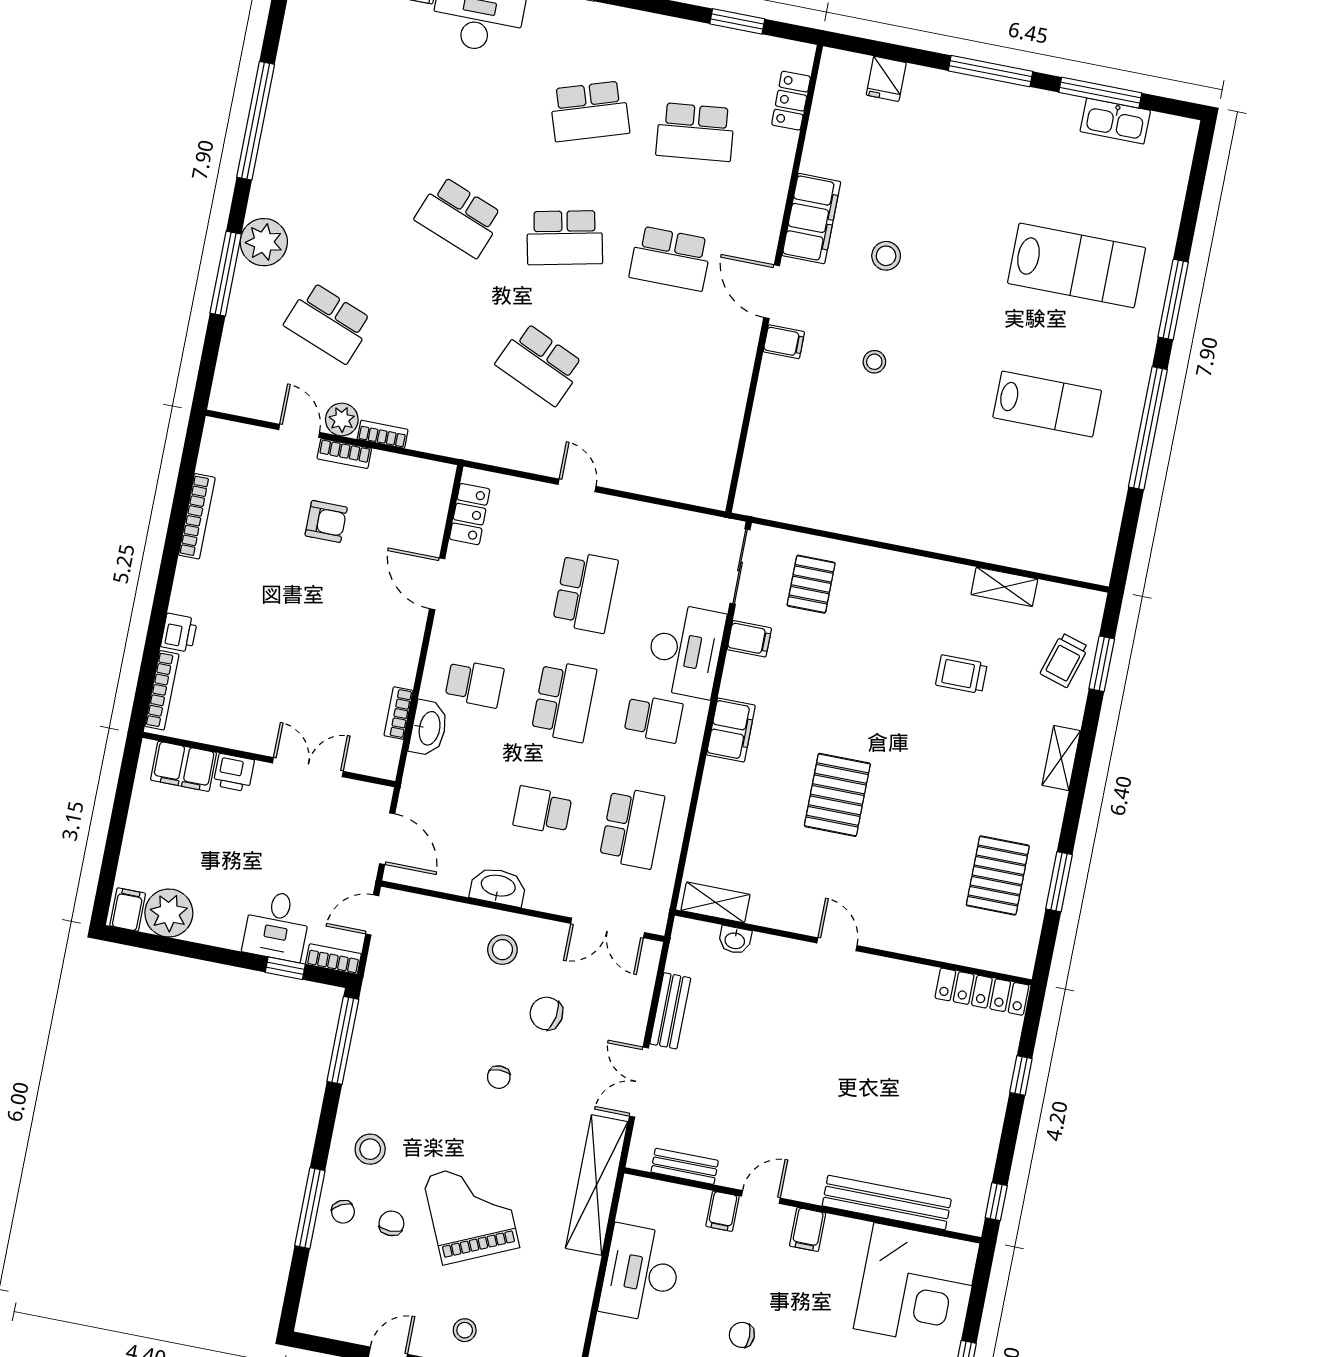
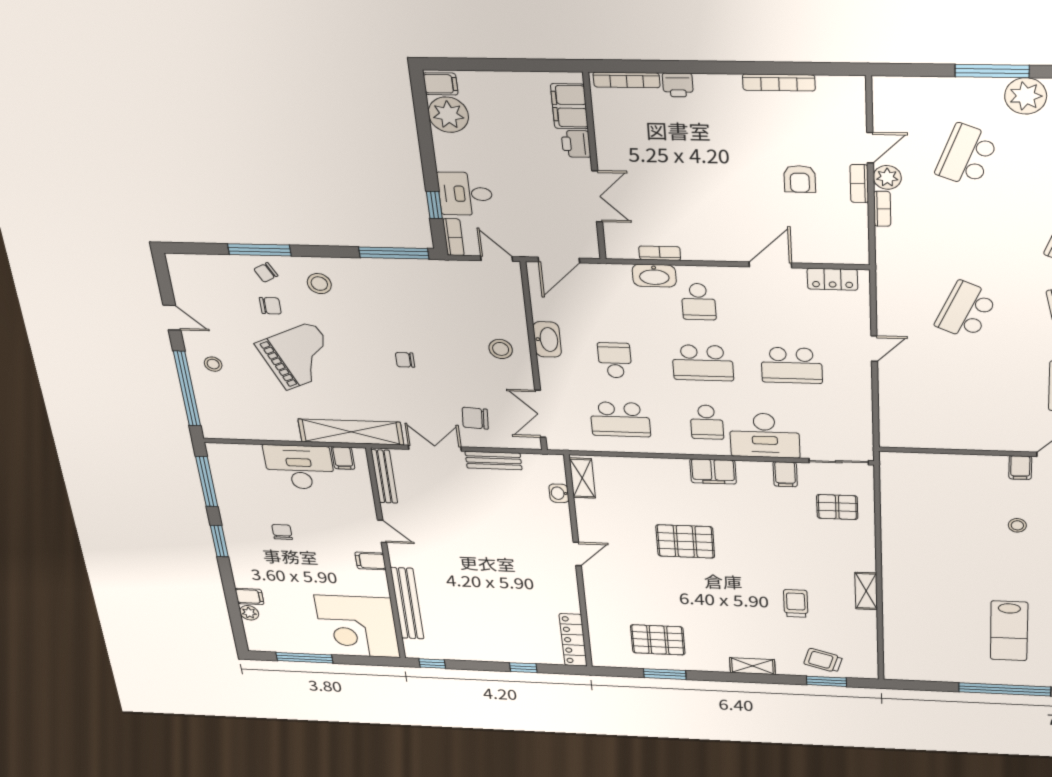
shelving: (1004, 587) -> (866, 591), moved
chair: (546, 1013) -> (475, 418), moved, turned -96
bench: (685, 1166) -> (384, 477), width x1.36
filing cabinet: (723, 1211) -> (343, 458), moved, turned -90

